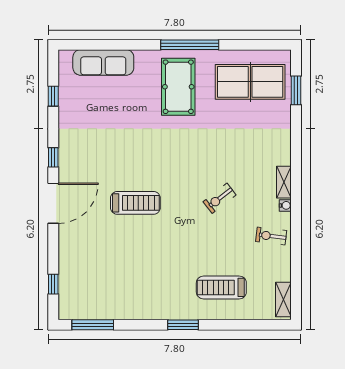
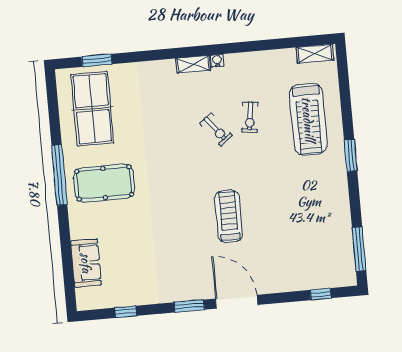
sofa: (103, 62) -> (86, 263), width x0.73
window: (53, 157) -> (189, 306), width x1.50
exercise bike: (271, 236) -> (250, 117), moved
treadmill: (221, 287) -> (308, 119), width x1.37, depth x1.38

